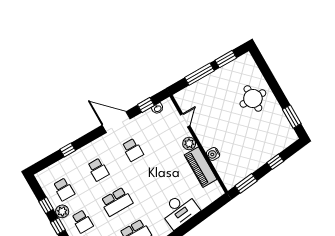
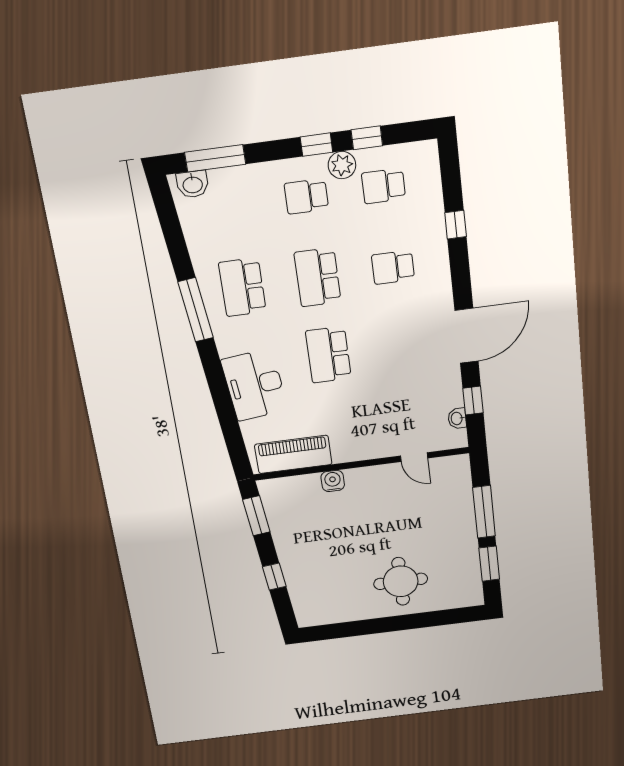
window: (292, 117) -> (341, 630), removed
plant: (189, 143) -> (369, 448), removed
school desk: (133, 150) -> (328, 355), moved, width x1.85
piano: (201, 167) -> (293, 454), moved

